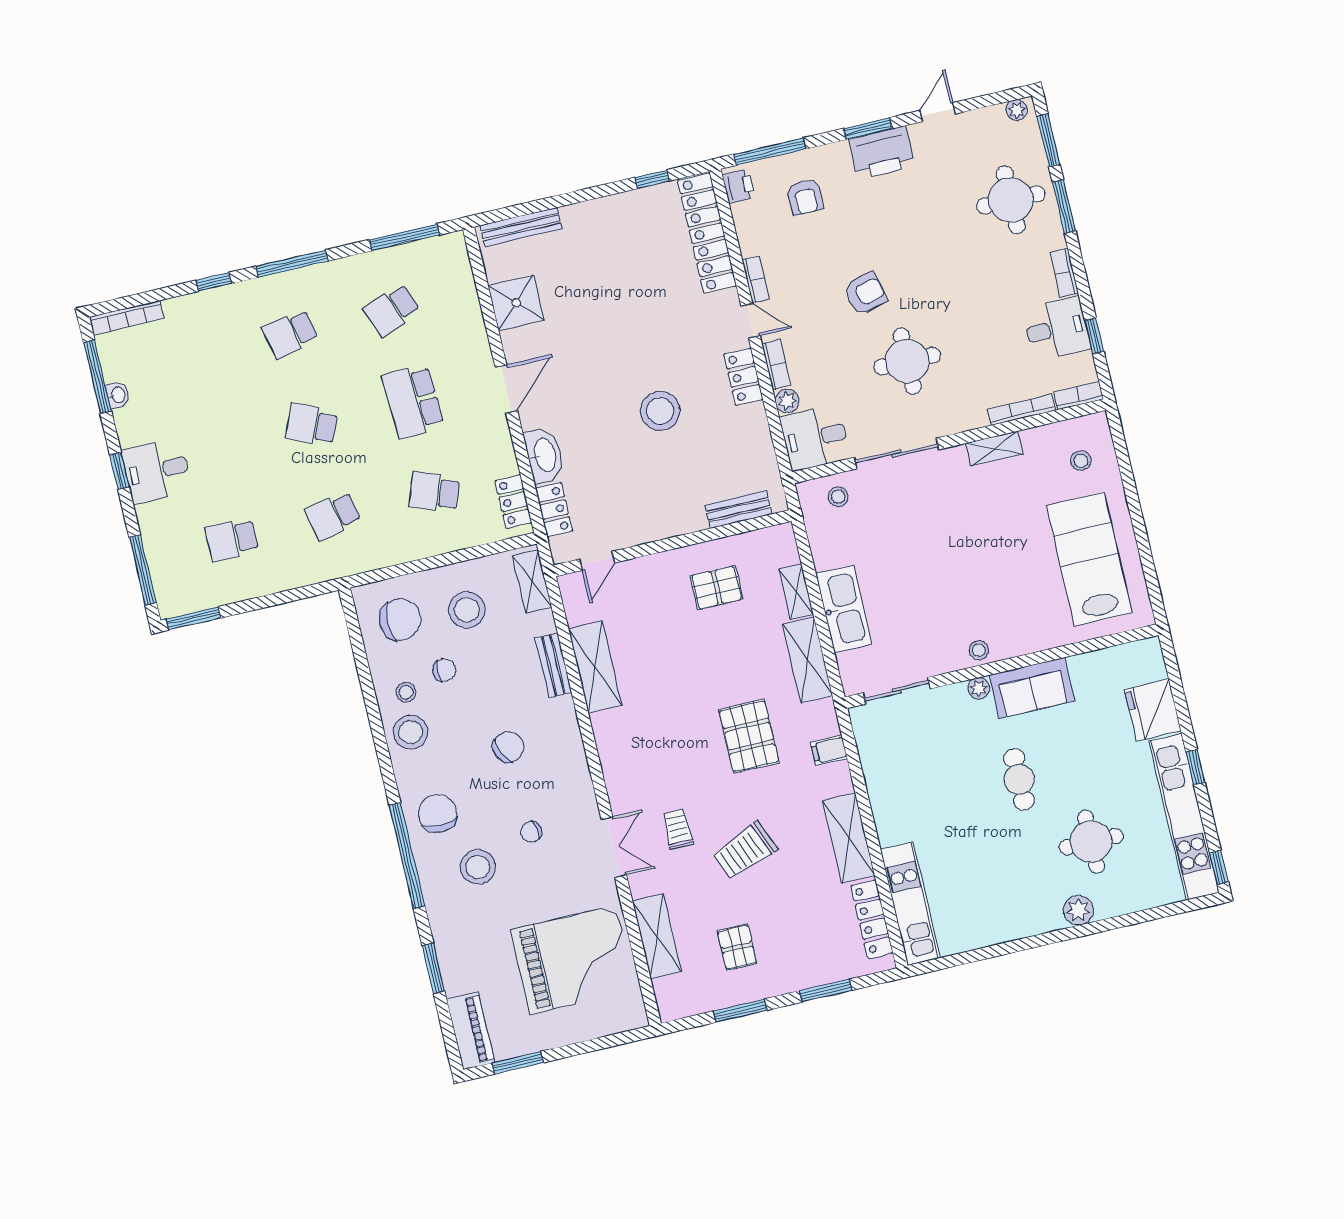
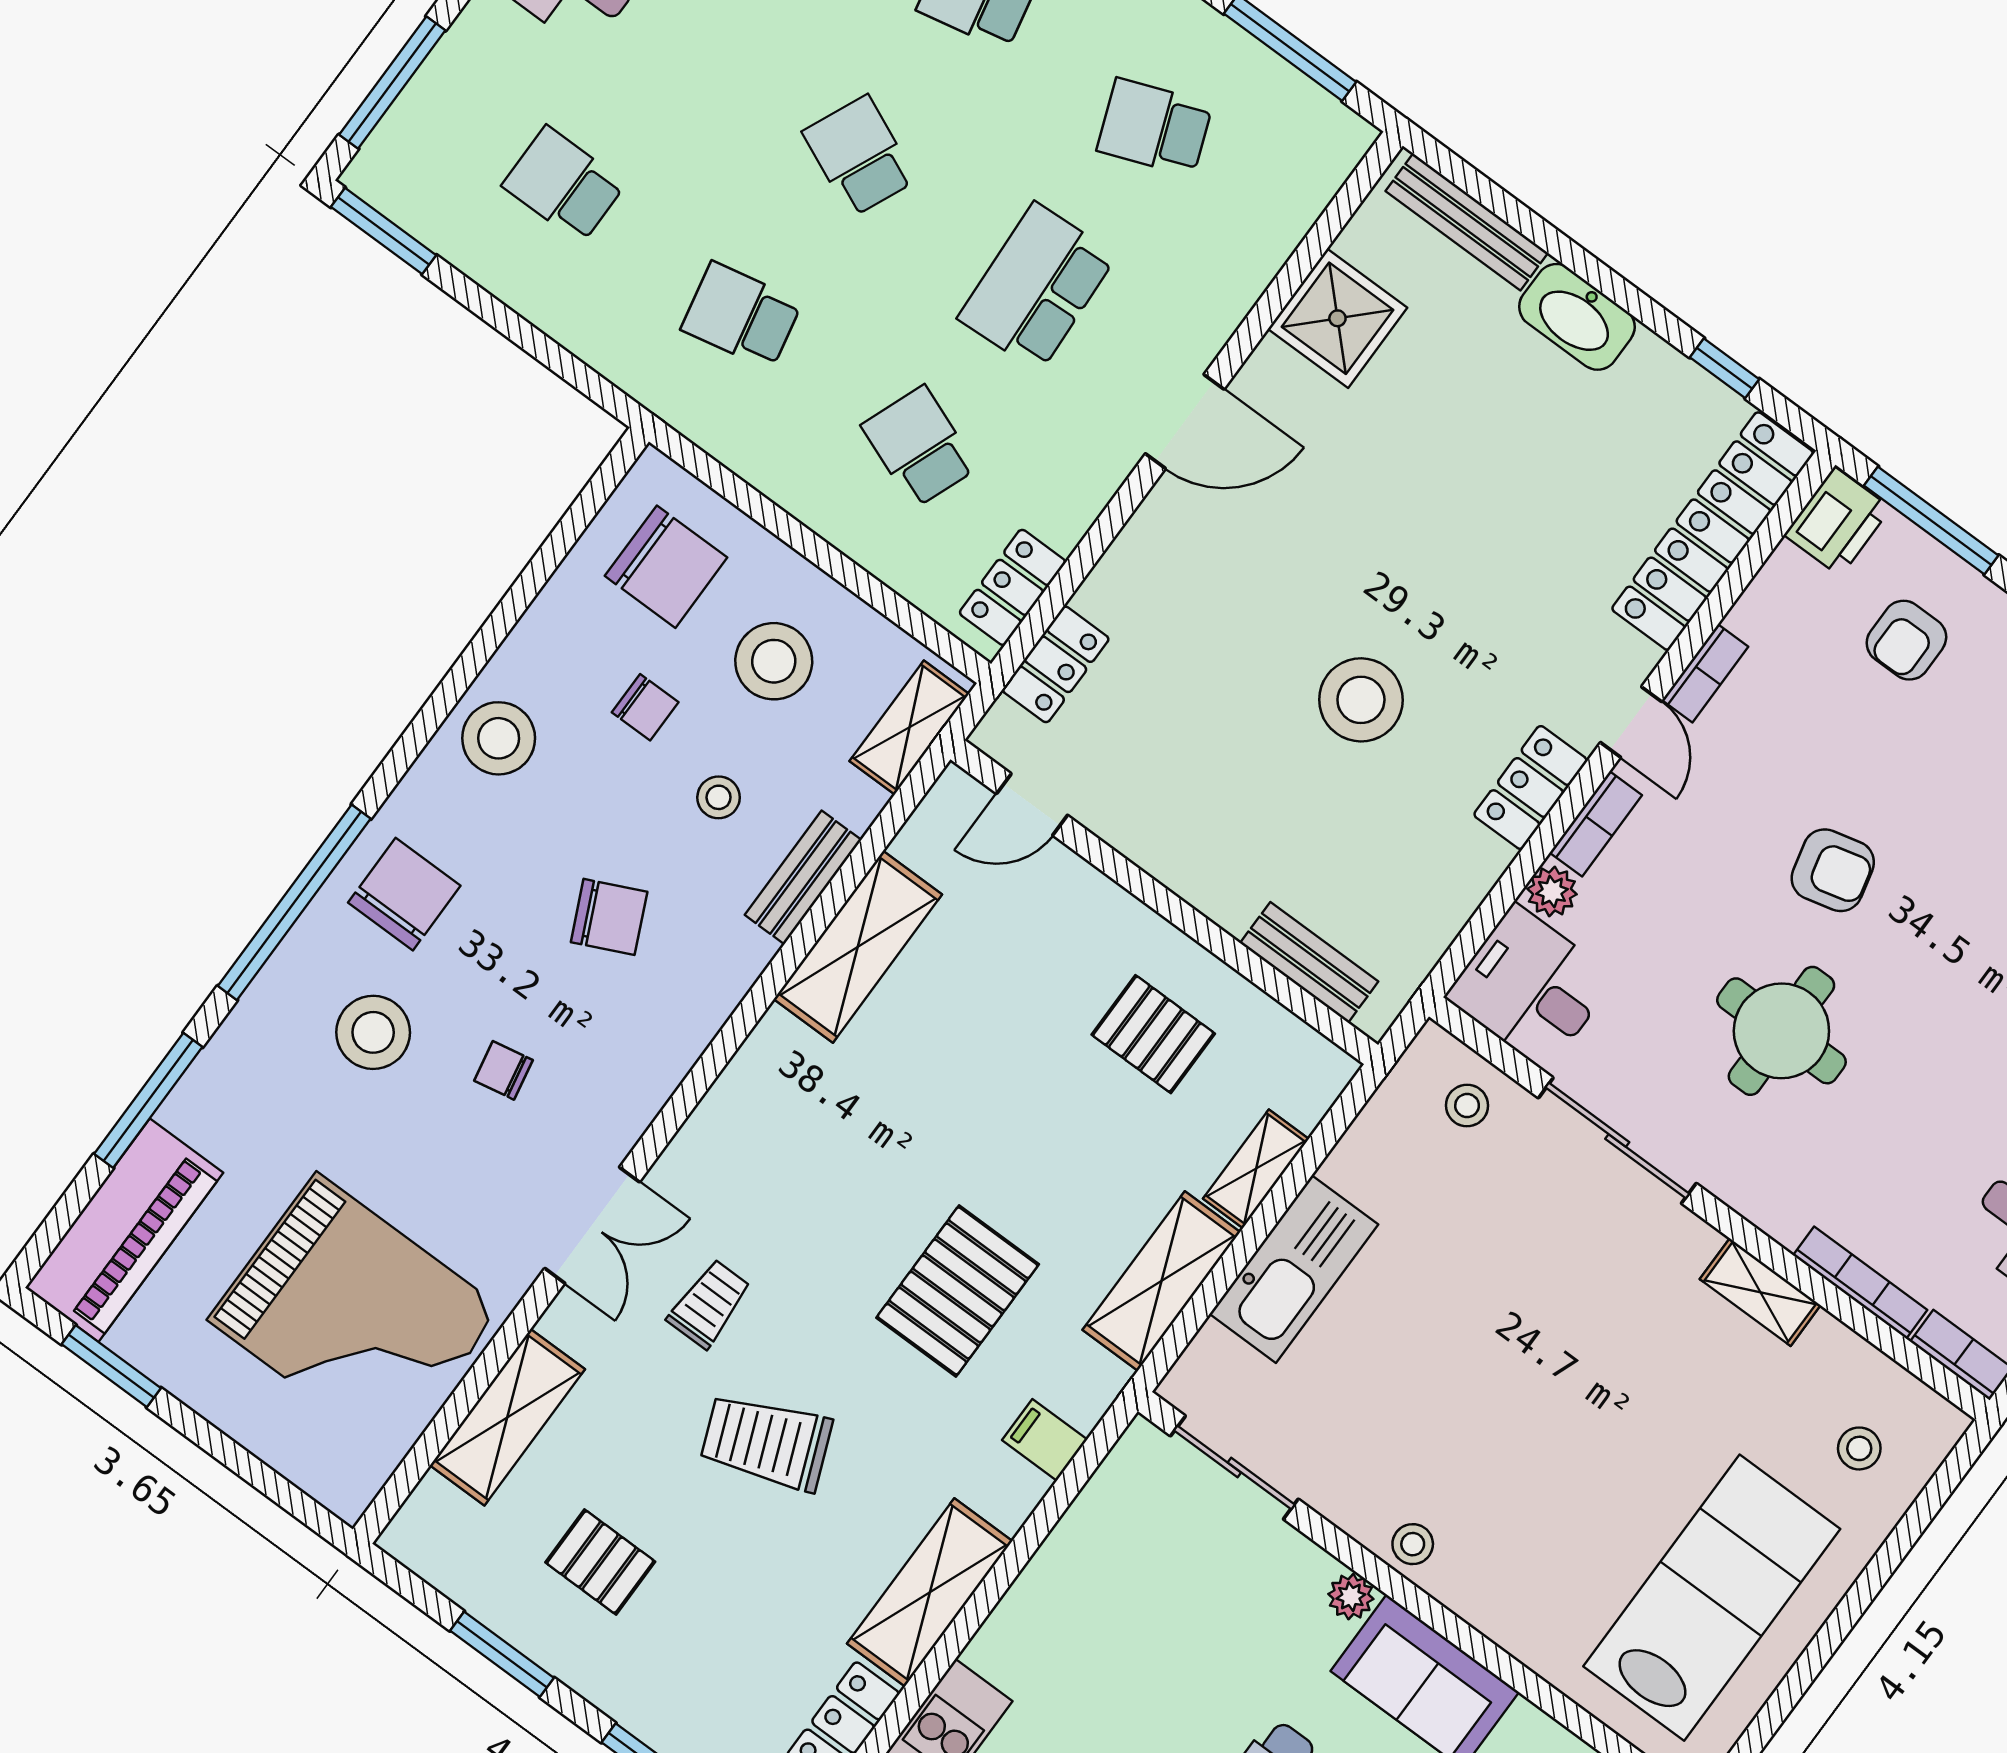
printer: (738, 186) -> (1837, 522), width x1.36, depth x1.24
washbasin: (544, 455) -> (1577, 317), moved, turned 90
stool: (406, 692) -> (719, 797), moved
pallet: (737, 947) -> (600, 1562), turned 90
window: (433, 968) -> (148, 1100), width x1.44
piano: (471, 1031) -> (124, 1230), width x1.37, depth x1.33

